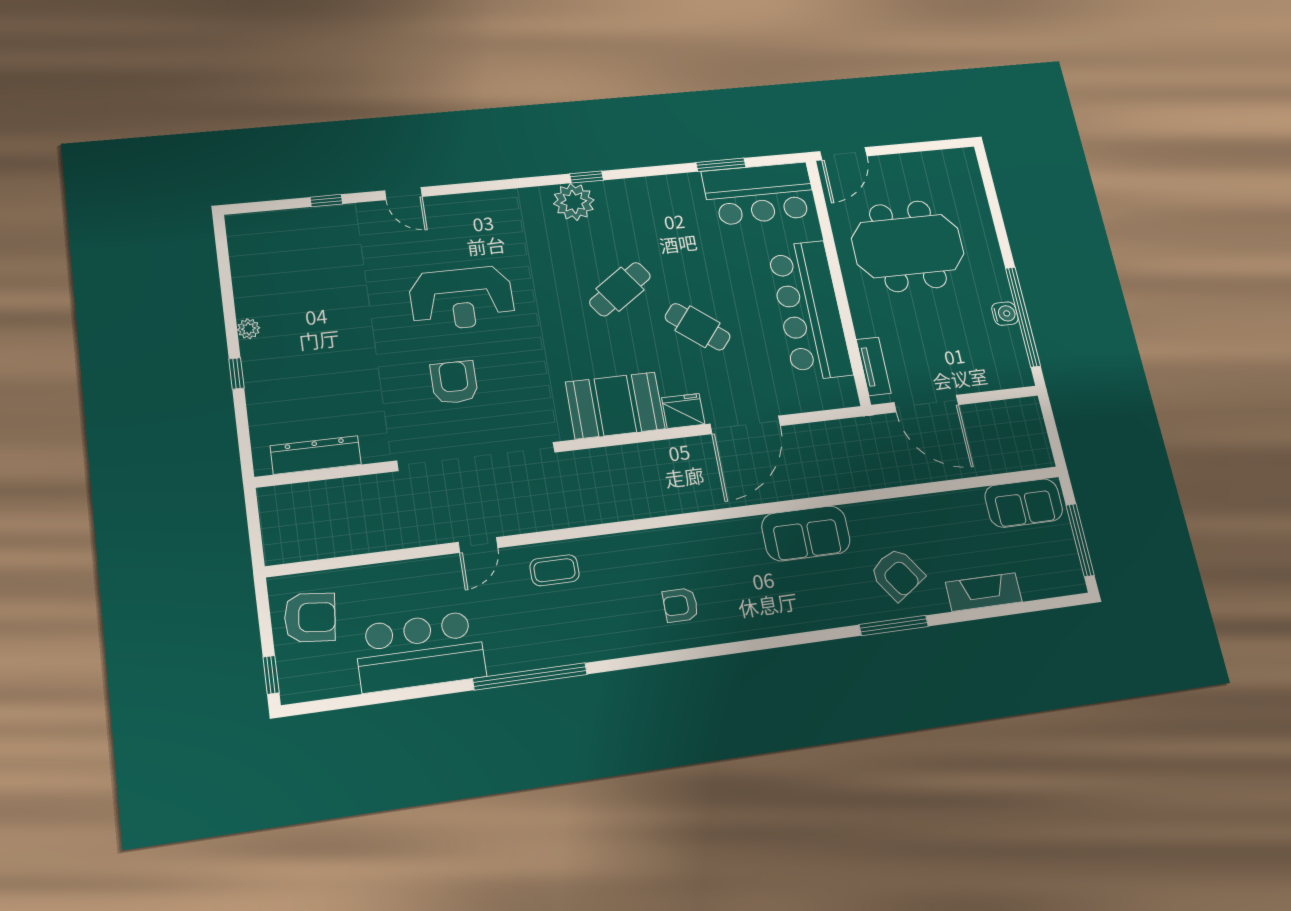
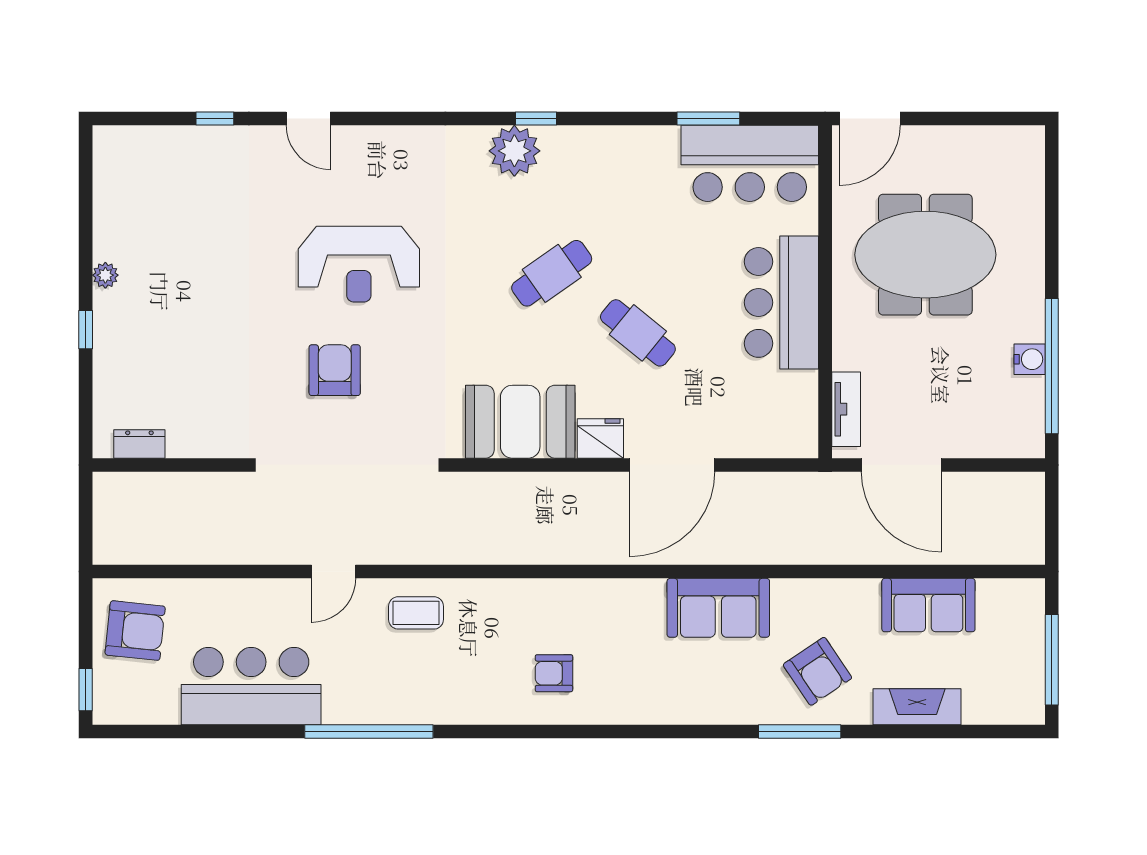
bar counter: (810, 310) -> (781, 302), width x0.73
dresser: (316, 455) -> (139, 444), width x0.51, depth x0.80
sofa: (1024, 503) -> (928, 605), moved

